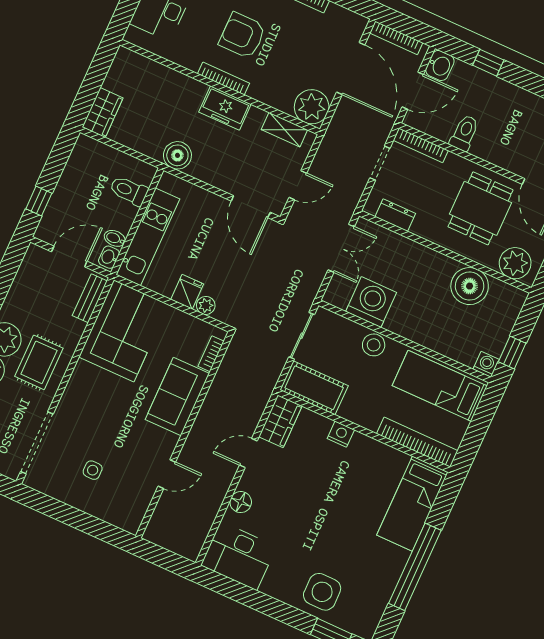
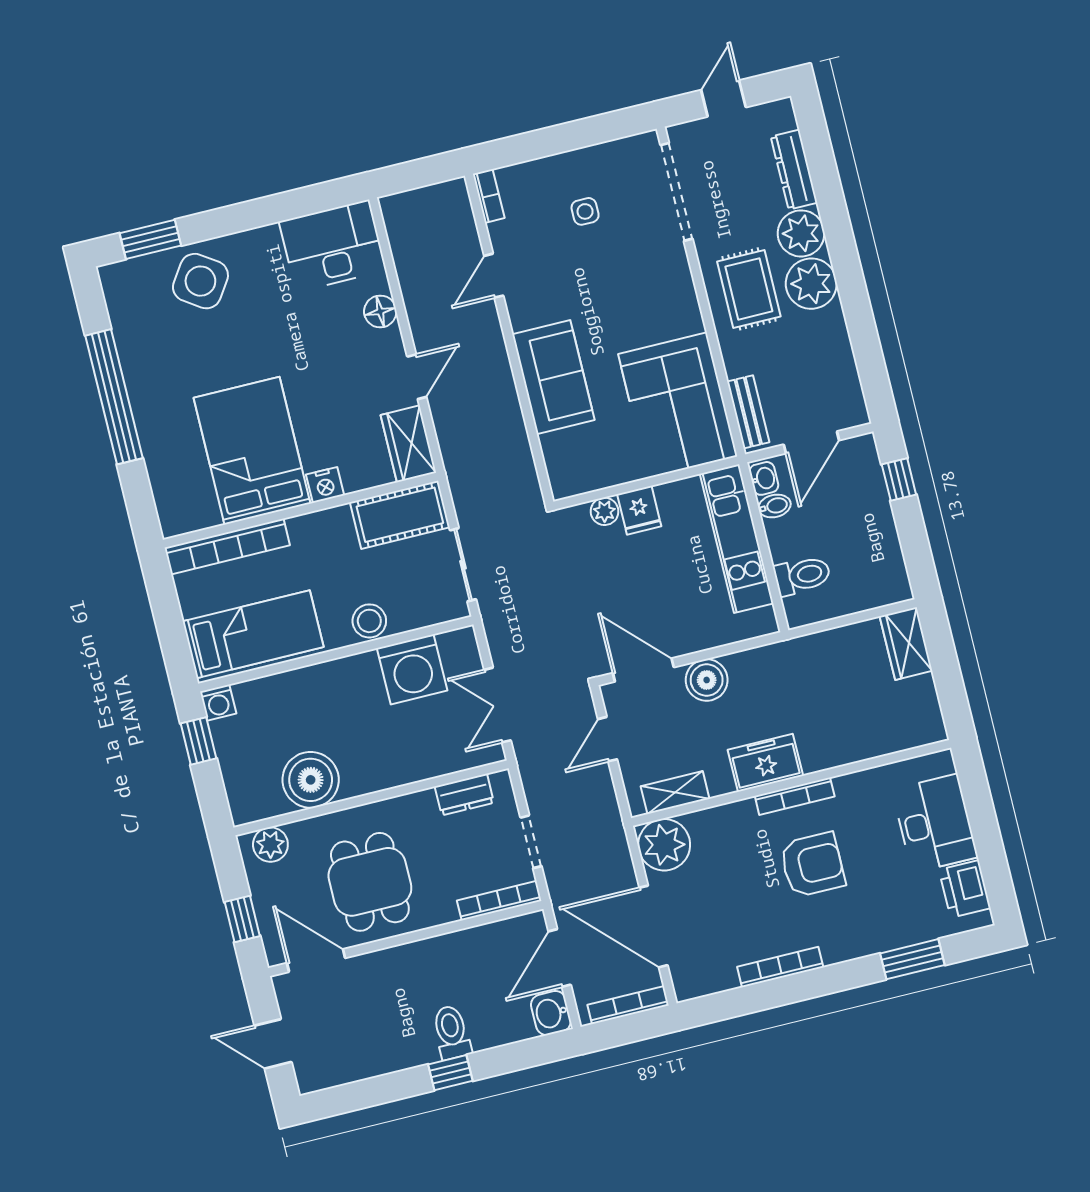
window: (488, 63) -> (450, 1073), moved
toilet: (464, 133) -> (452, 1032), moved, turned 180
boiler: (177, 155) -> (707, 680), moved
plant: (515, 263) -> (270, 845), width x0.73, depth x0.73
bookcase: (211, 354) -> (489, 196), moved
bed: (412, 504) -> (252, 451), moved, width x1.50
side table: (322, 592) -> (200, 281), turned 34

